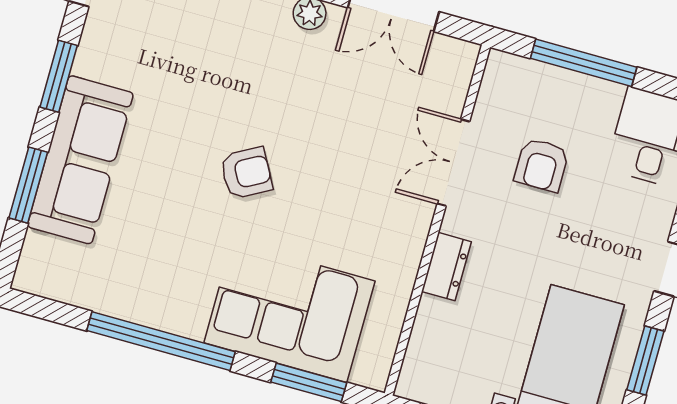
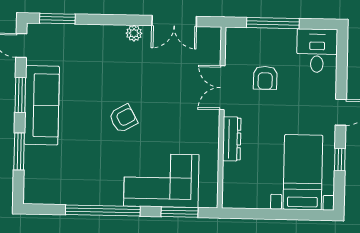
sofa: (80, 160) -> (42, 105), moved
dresser: (446, 267) -> (232, 139), width x1.44
window: (645, 360) -> (340, 160), width x0.67

